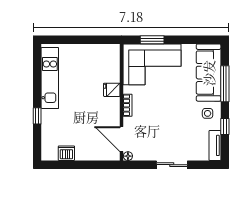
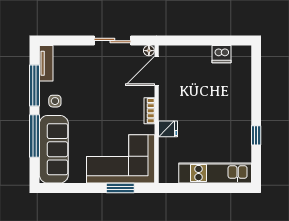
kitchen unit: (50, 78) -> (215, 173), moved, turned 90
window: (37, 116) -> (256, 135), moved
window: (225, 127) -> (34, 86), width x2.17
door: (121, 139) -> (157, 71), swing flipped
sliding door: (172, 165) -> (112, 41), moved

